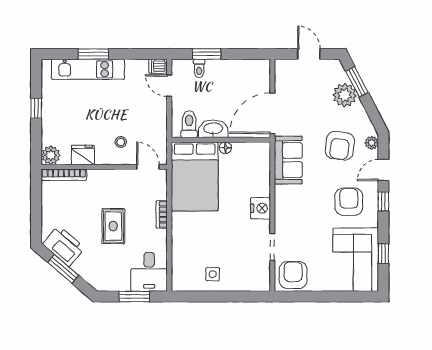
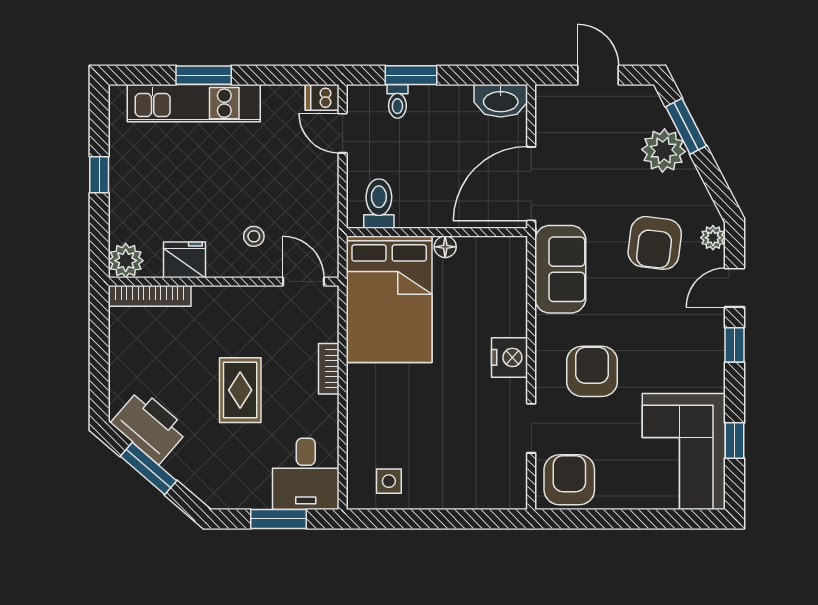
washbasin: (213, 129) -> (501, 101), moved, turned 180
armchair: (349, 202) -> (592, 371), moved
side table: (213, 274) -> (389, 481), moved

